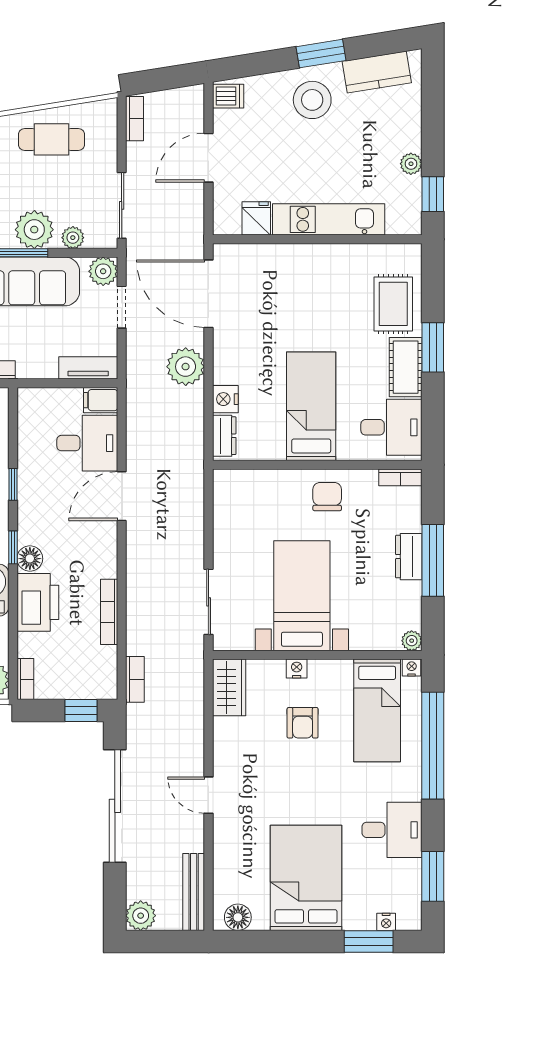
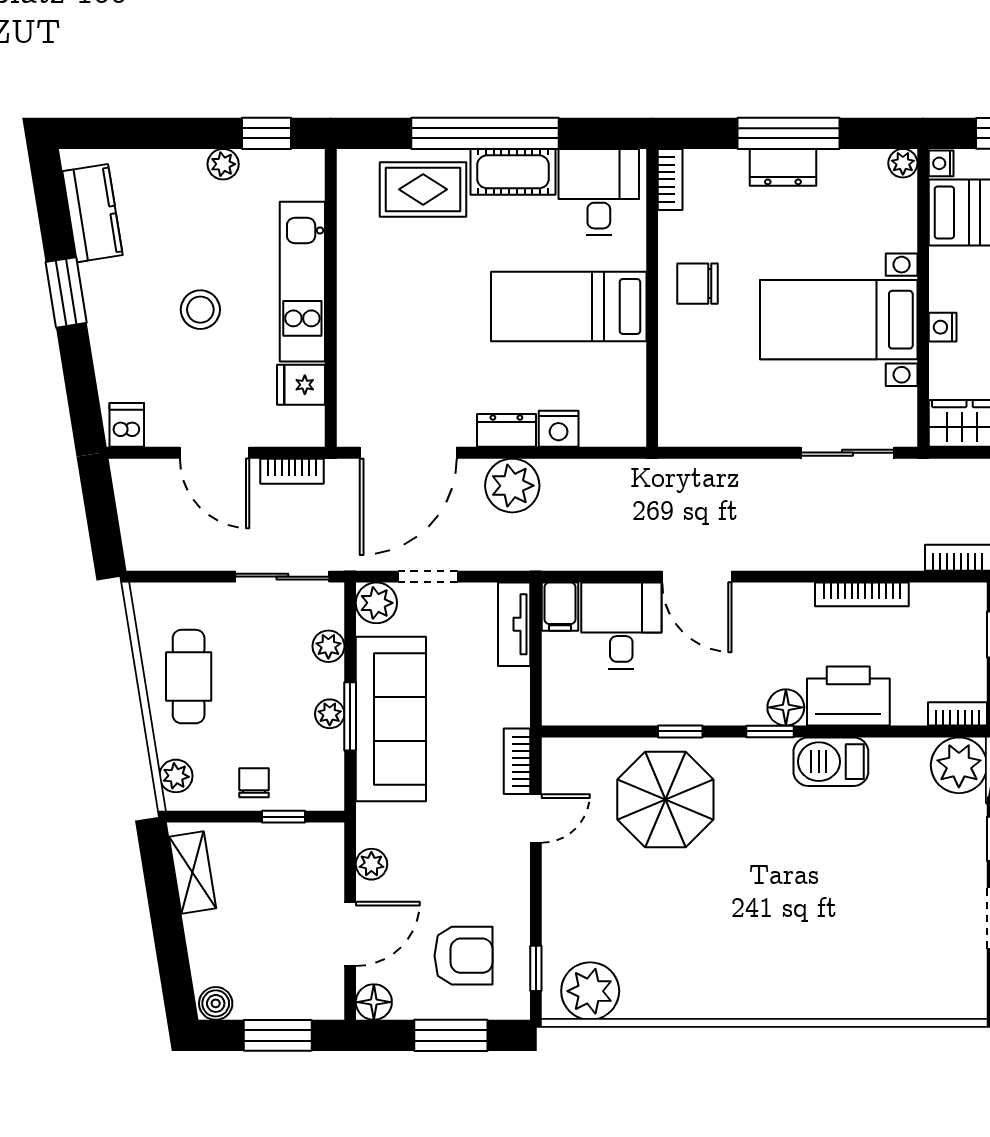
stool: (312, 100) -> (200, 310), moved, width x0.73, depth x0.73
bookcase: (135, 119) -> (292, 471), moved, turned 180
plant: (34, 230) -> (330, 714), width x0.53, depth x0.53
window: (433, 347) -> (485, 133), width x2.11
dresser: (224, 436) -> (506, 430), moved

